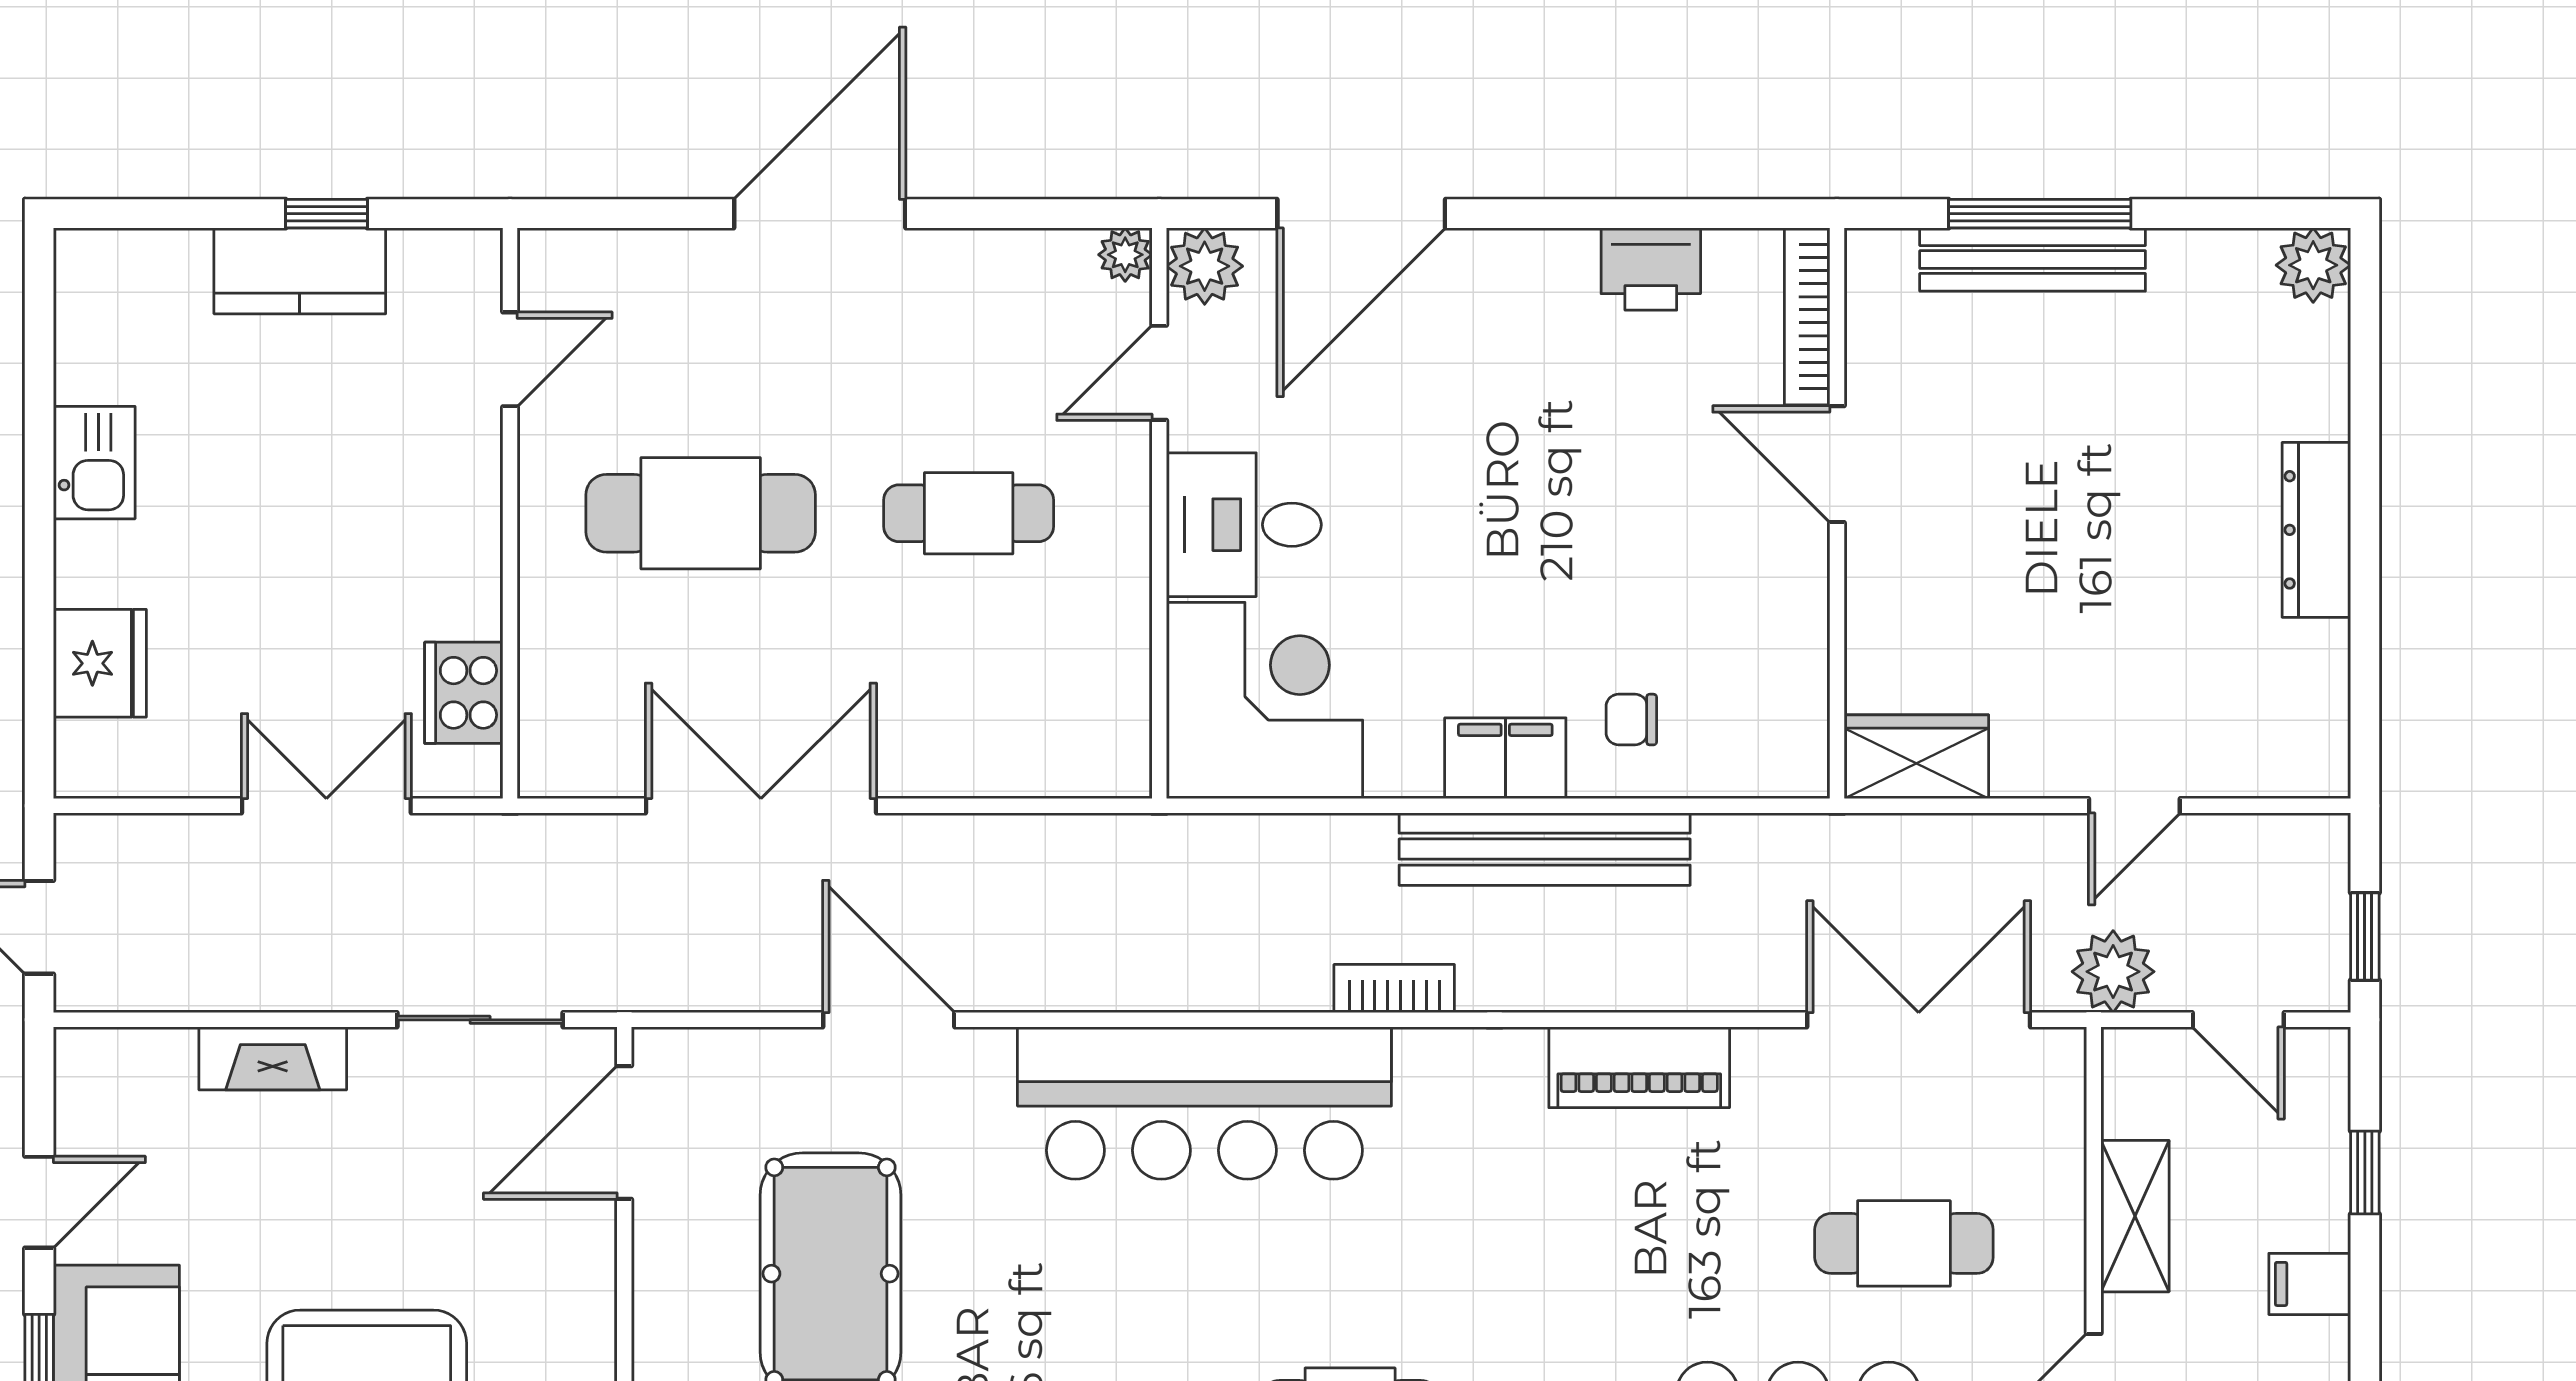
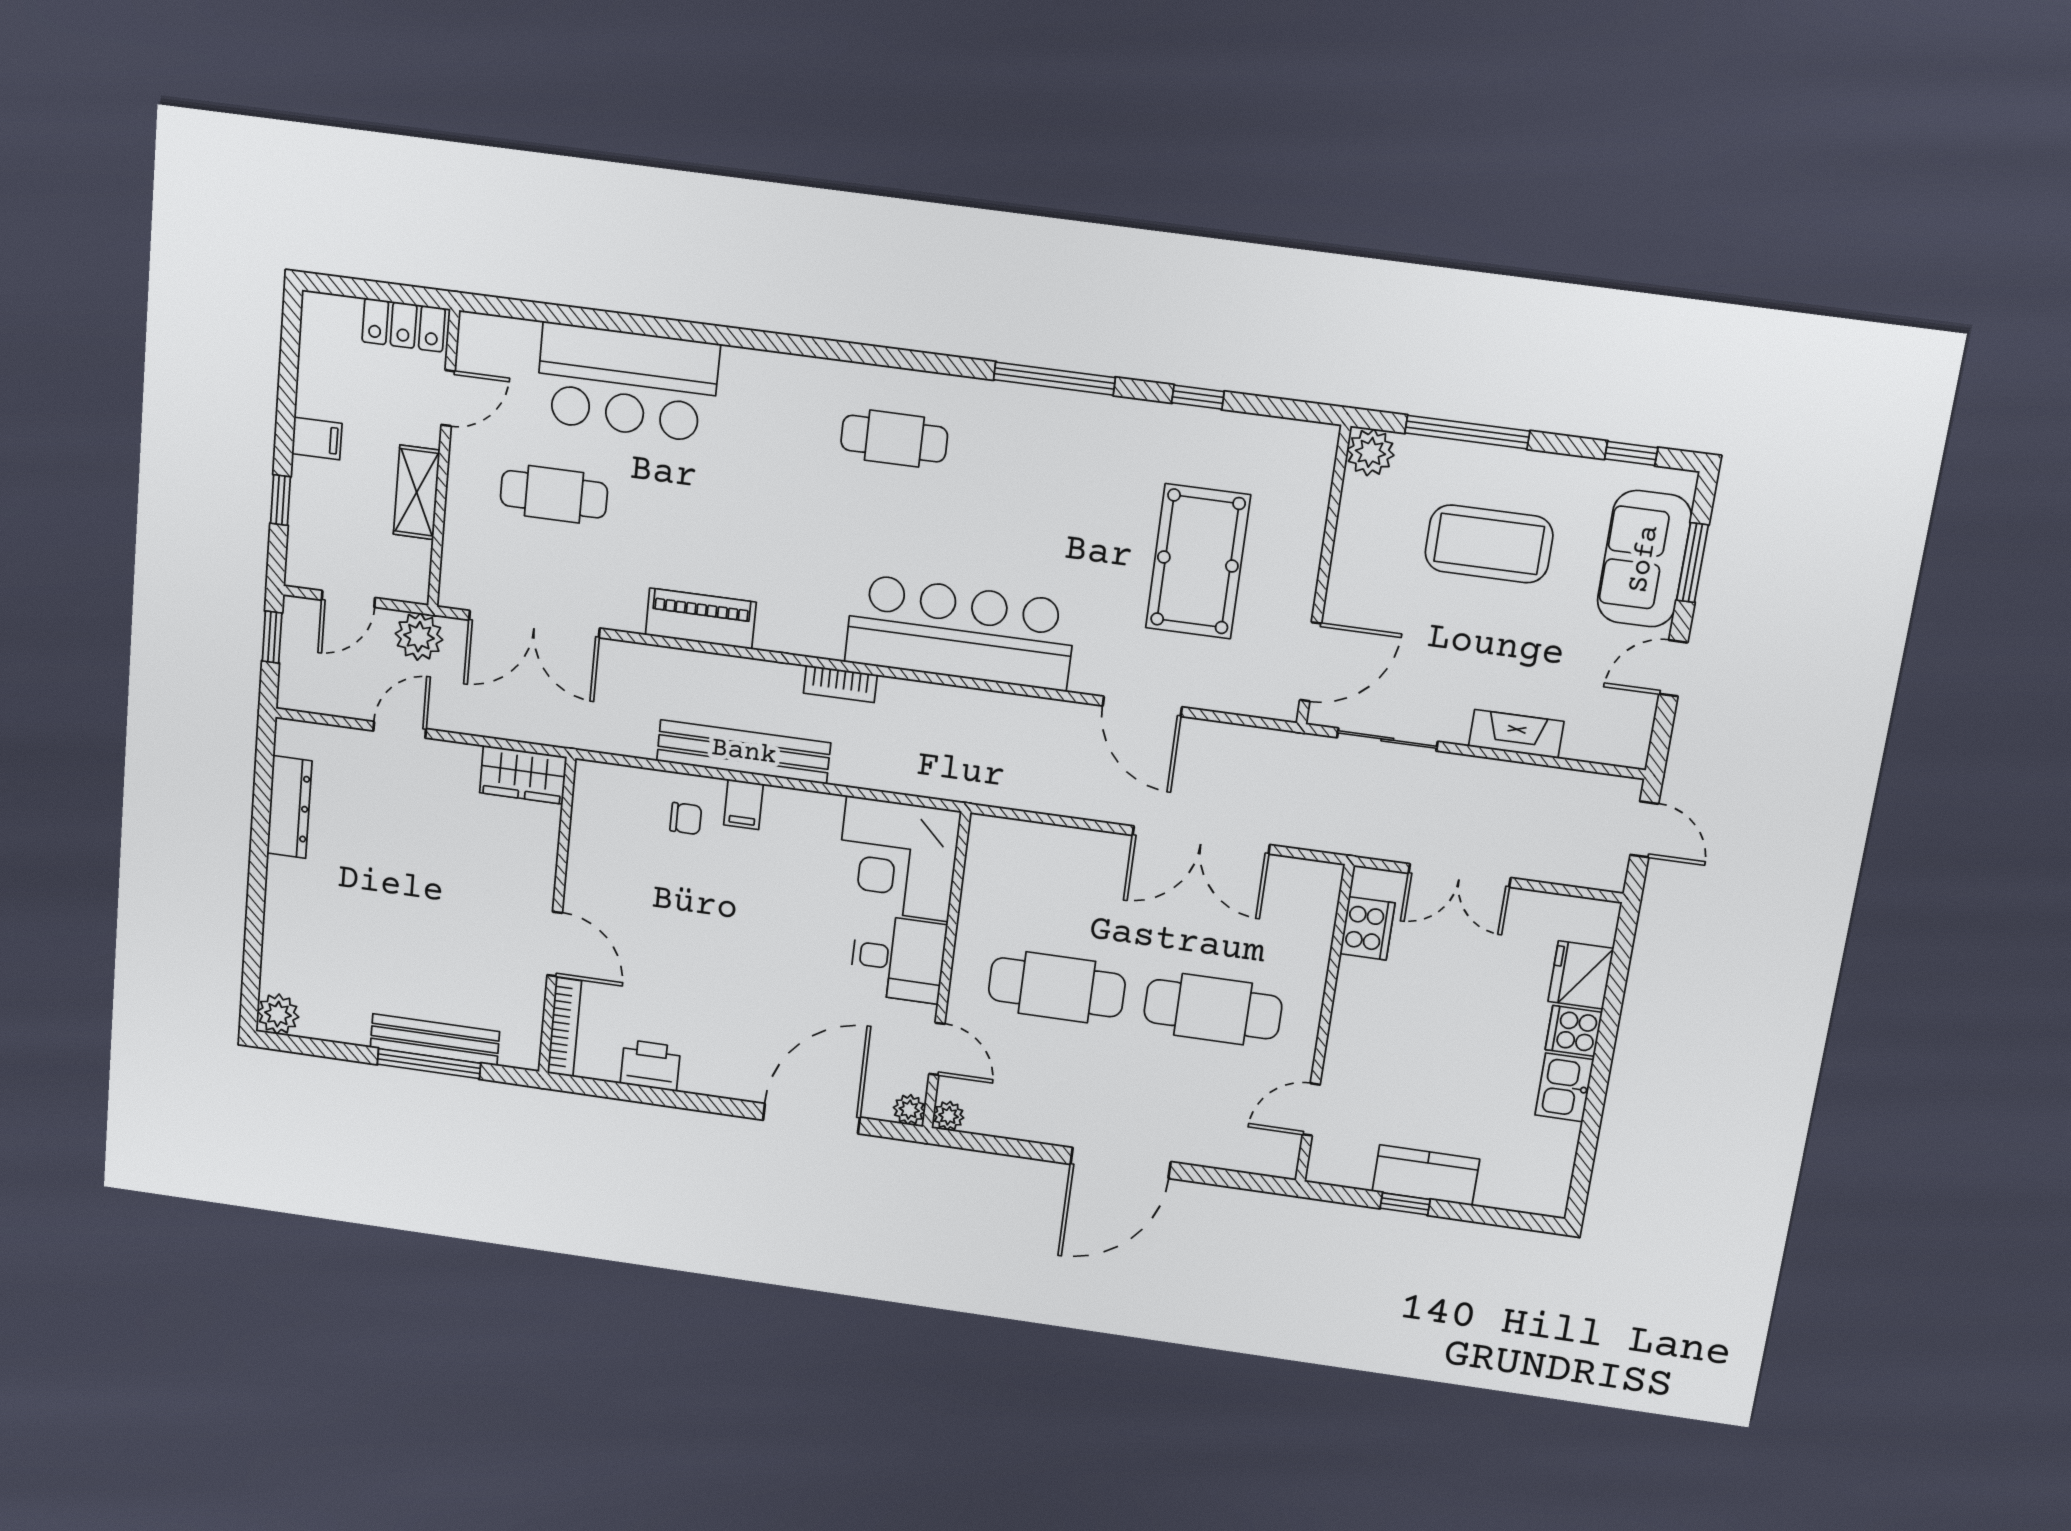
plant: (1205, 266) -> (909, 1110), width x0.73, depth x0.73
door: (1159, 373) -> (937, 1049), hinge flipped
cafe table: (969, 513) -> (1057, 987), width x1.37, depth x1.35
dresser: (2316, 530) -> (289, 807), moved
cooker: (95, 564) -> (1574, 1031), added
filing cabinet: (1505, 758) -> (743, 804), width x0.50
door: (2238, 1020) -> (348, 599), swing flipped

